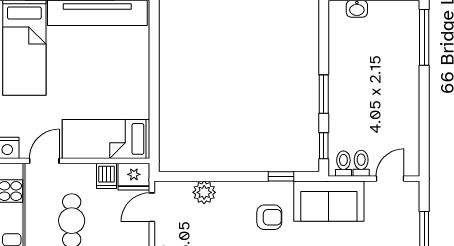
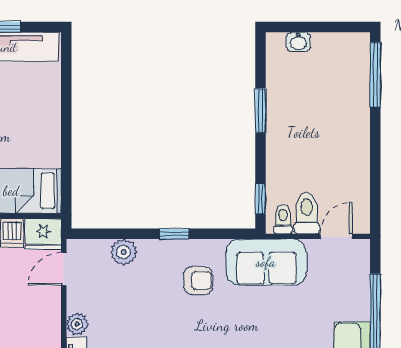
window: (324, 94) -> (260, 110), moved
toilet: (361, 163) -> (307, 213), width x1.37, depth x1.39
window: (281, 176) -> (174, 234), moved

